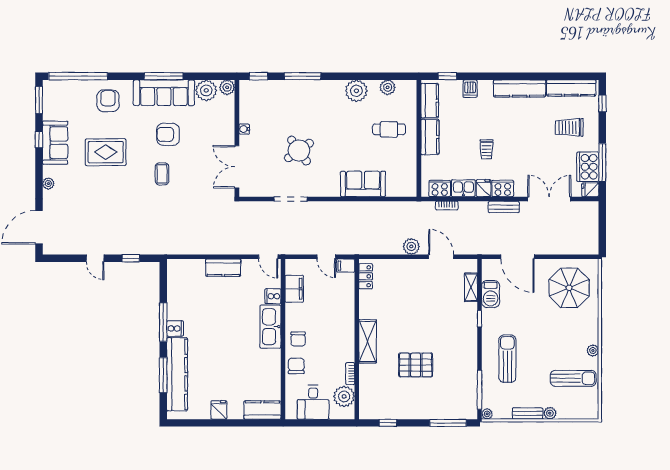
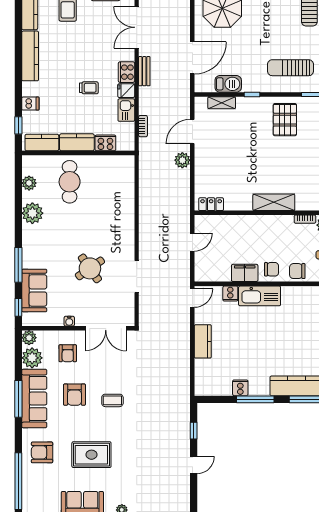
armchair: (211, 127) -> (68, 353), added
cafe table: (389, 129) -> (70, 182), width x1.37, depth x1.35
rug: (106, 152) -> (91, 455), turned 90
sofa: (363, 184) -> (34, 290), moved, turned 180
cooker: (440, 189) -> (105, 143), moved, turned 90
filing cabinet: (346, 266) -> (201, 223), removed
filing cabinet: (294, 289) -> (245, 273), moved
cooker: (175, 328) -> (240, 388), moved
pallet: (416, 365) -> (285, 120), moved

